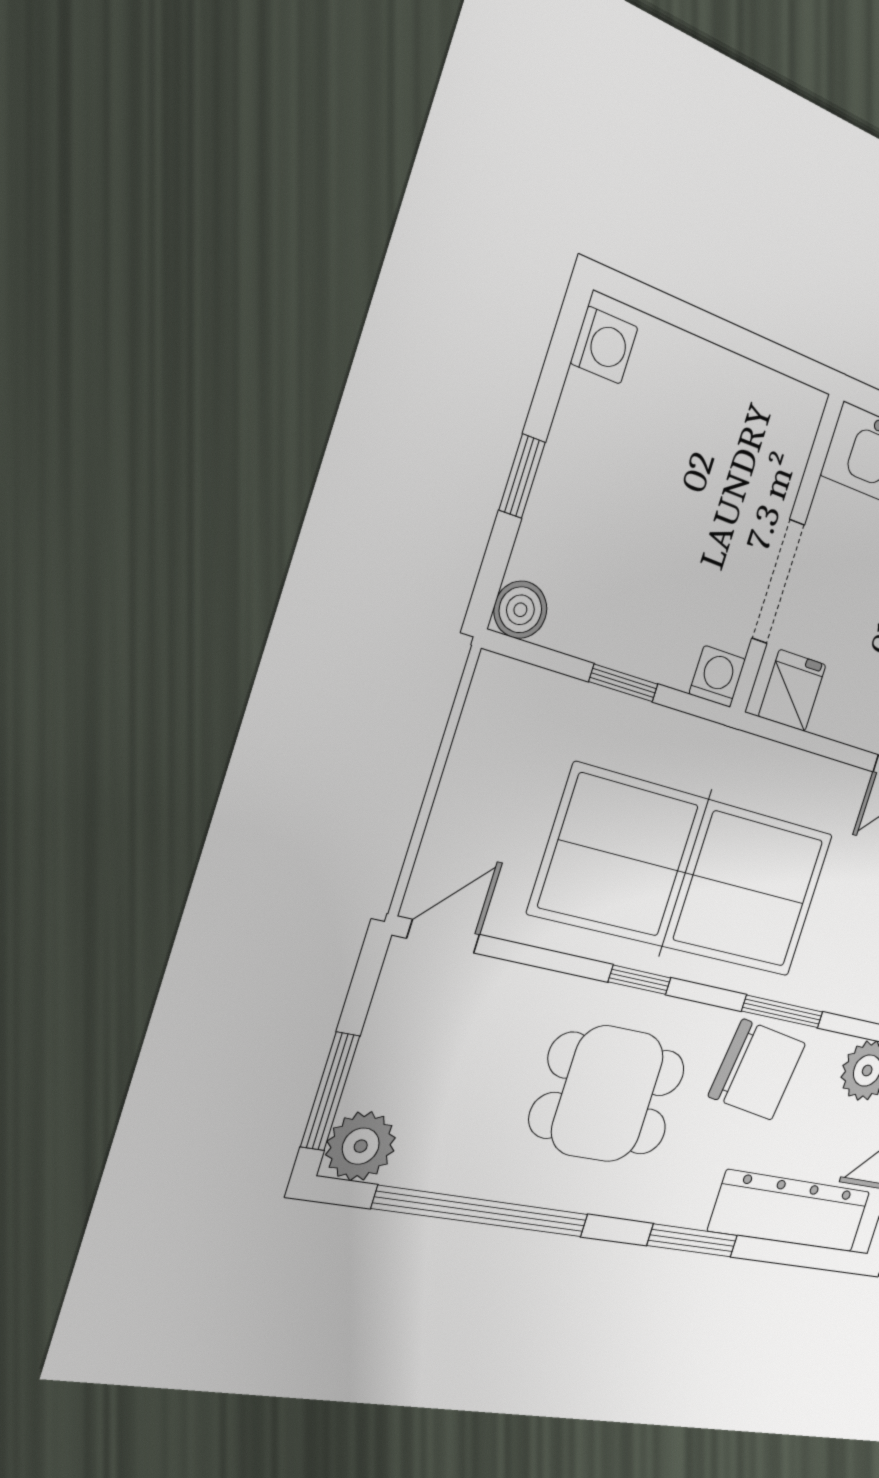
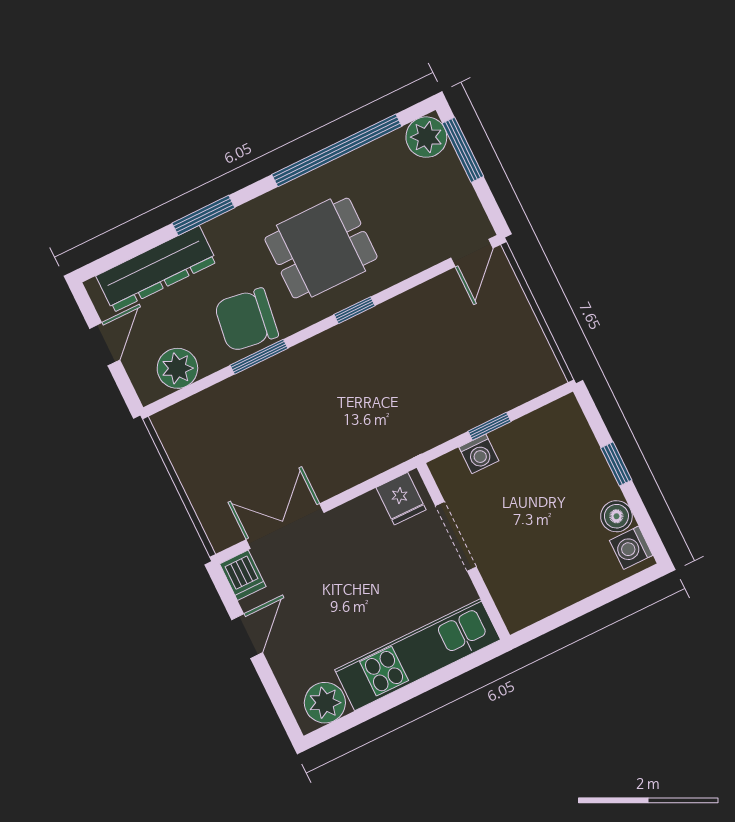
boiler: (520, 610) -> (616, 516), moved
washing machine: (717, 676) -> (479, 454), moved
table tennis table: (685, 873) -> (377, 375), removed

